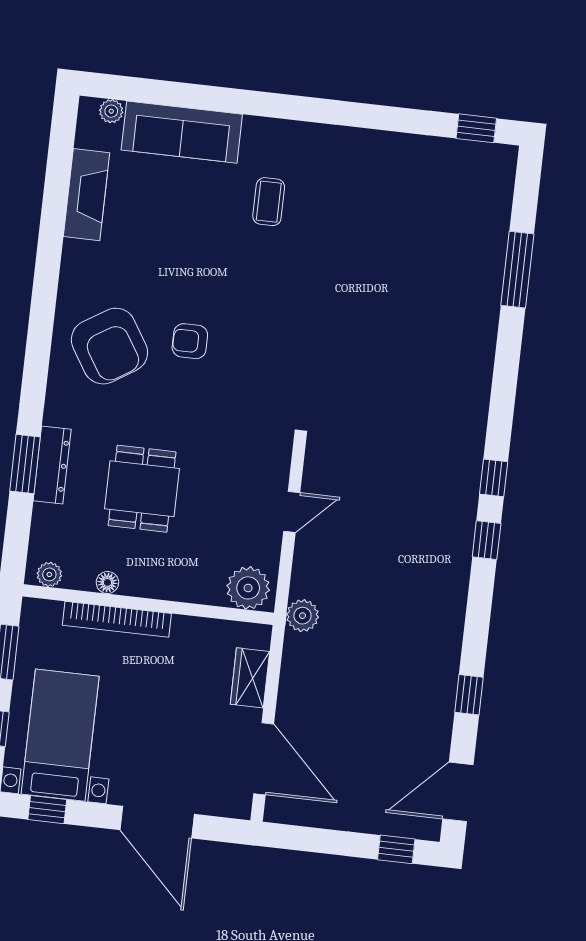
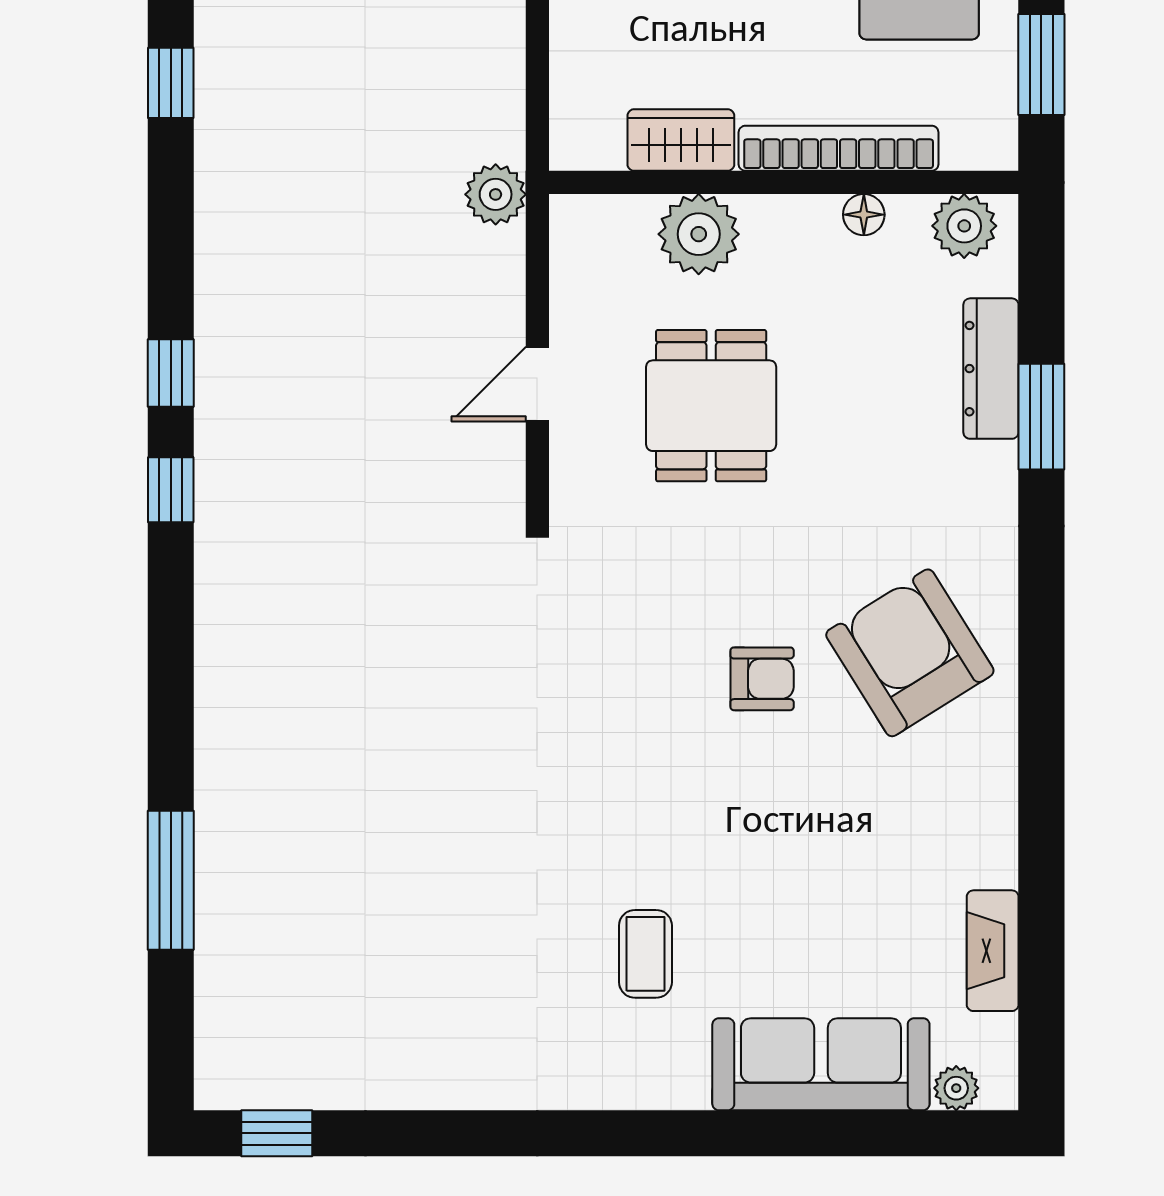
fireplace: (86, 195) -> (993, 951), width x0.73, depth x0.76
dresser: (52, 465) -> (991, 369), moved
dining table: (142, 489) -> (711, 406), moved
plant: (49, 574) -> (964, 226), width x1.38, depth x1.38
plant: (248, 588) -> (699, 234), moved
wardrobe: (250, 678) -> (681, 140), moved, turned -90

